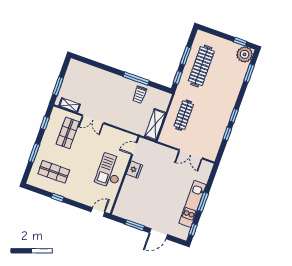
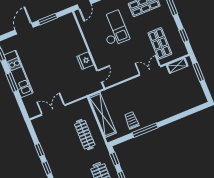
shelving: (155, 124) -> (103, 115), width x1.47
checkout: (110, 171) -> (114, 28), moved

